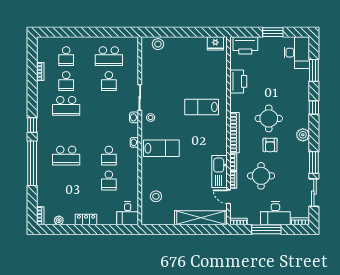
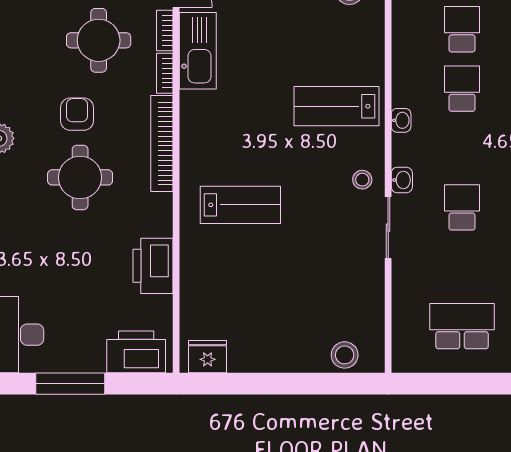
window: (273, 32) -> (70, 384), width x1.44
school desk: (109, 81) -> (462, 207), moved

